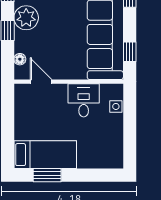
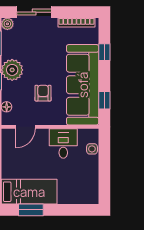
armchair: (61, 44) -> (43, 93), added
door: (41, 82) -> (25, 127), swing flipped

